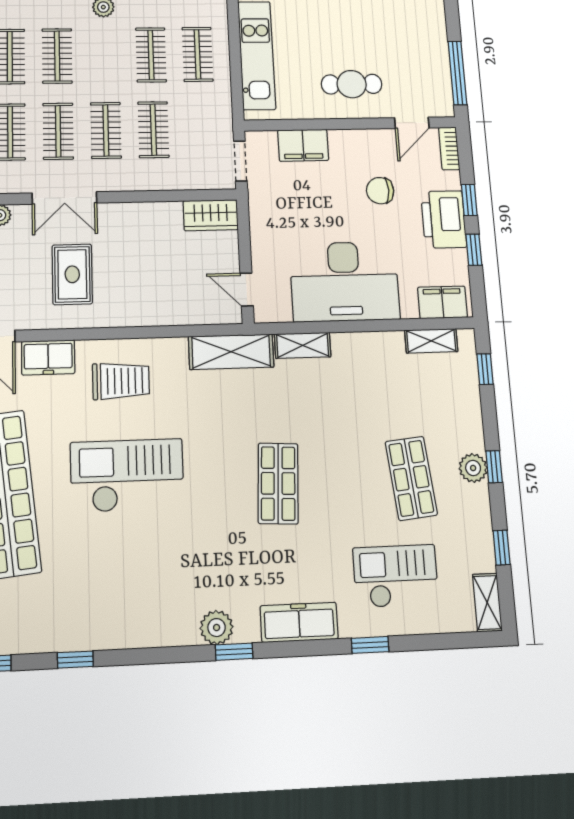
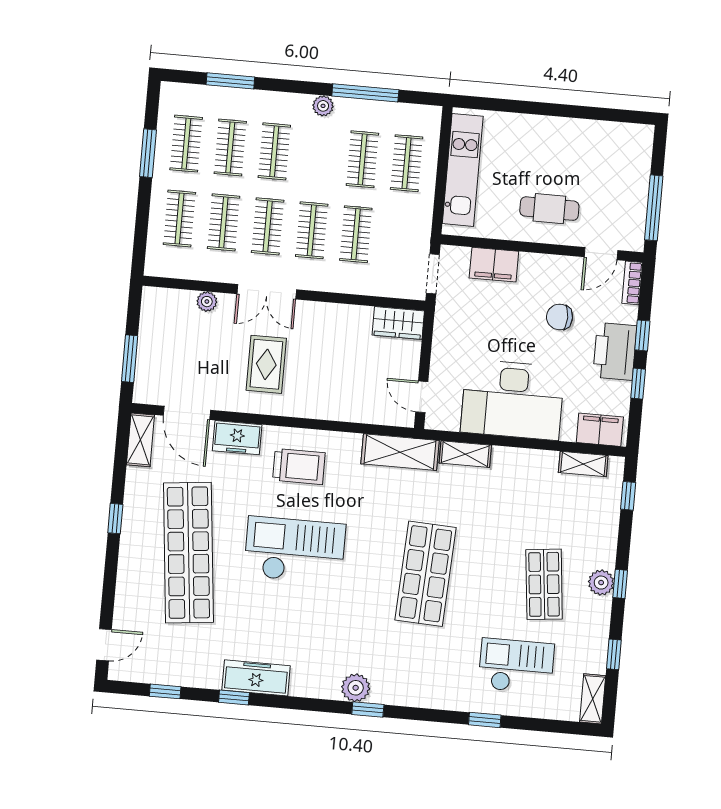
shop shelf: (278, 483) -> (425, 574), width x1.43, depth x1.36
freezer: (299, 622) -> (256, 678), moved

